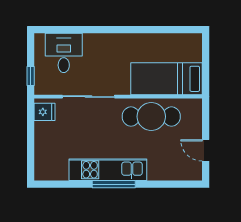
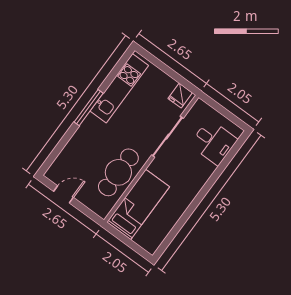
window: (31, 76) -> (214, 105), removed
kitchen unit: (108, 170) -> (119, 88), moved

